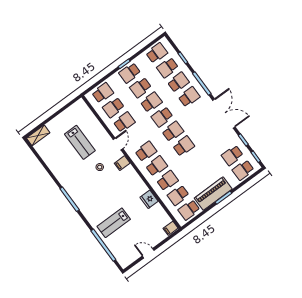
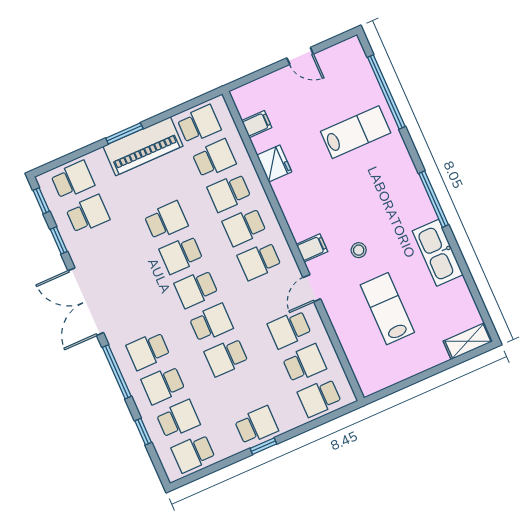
school desk: (140, 88) -> (166, 220), moved
kitchen sink: (62, 174) -> (438, 253), added
filing cabinet: (171, 228) -> (257, 124), moved

